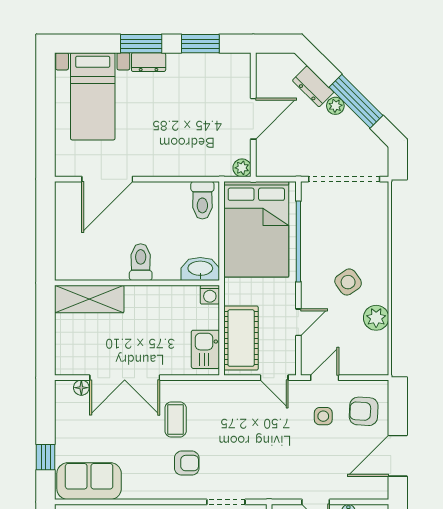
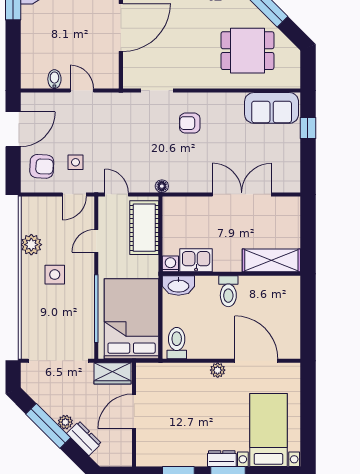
wardrobe: (279, 164) -> (112, 373), added
plant: (242, 168) -> (218, 370), moved
door: (107, 179) -> (256, 361), hinge flipped
side table: (348, 282) -> (55, 275), turned 35
kitchen sink: (205, 349) -> (196, 260), moved, turned -90
floor lamp: (81, 388) -> (162, 186), moved
coffee table: (176, 419) -> (199, 159), removed

